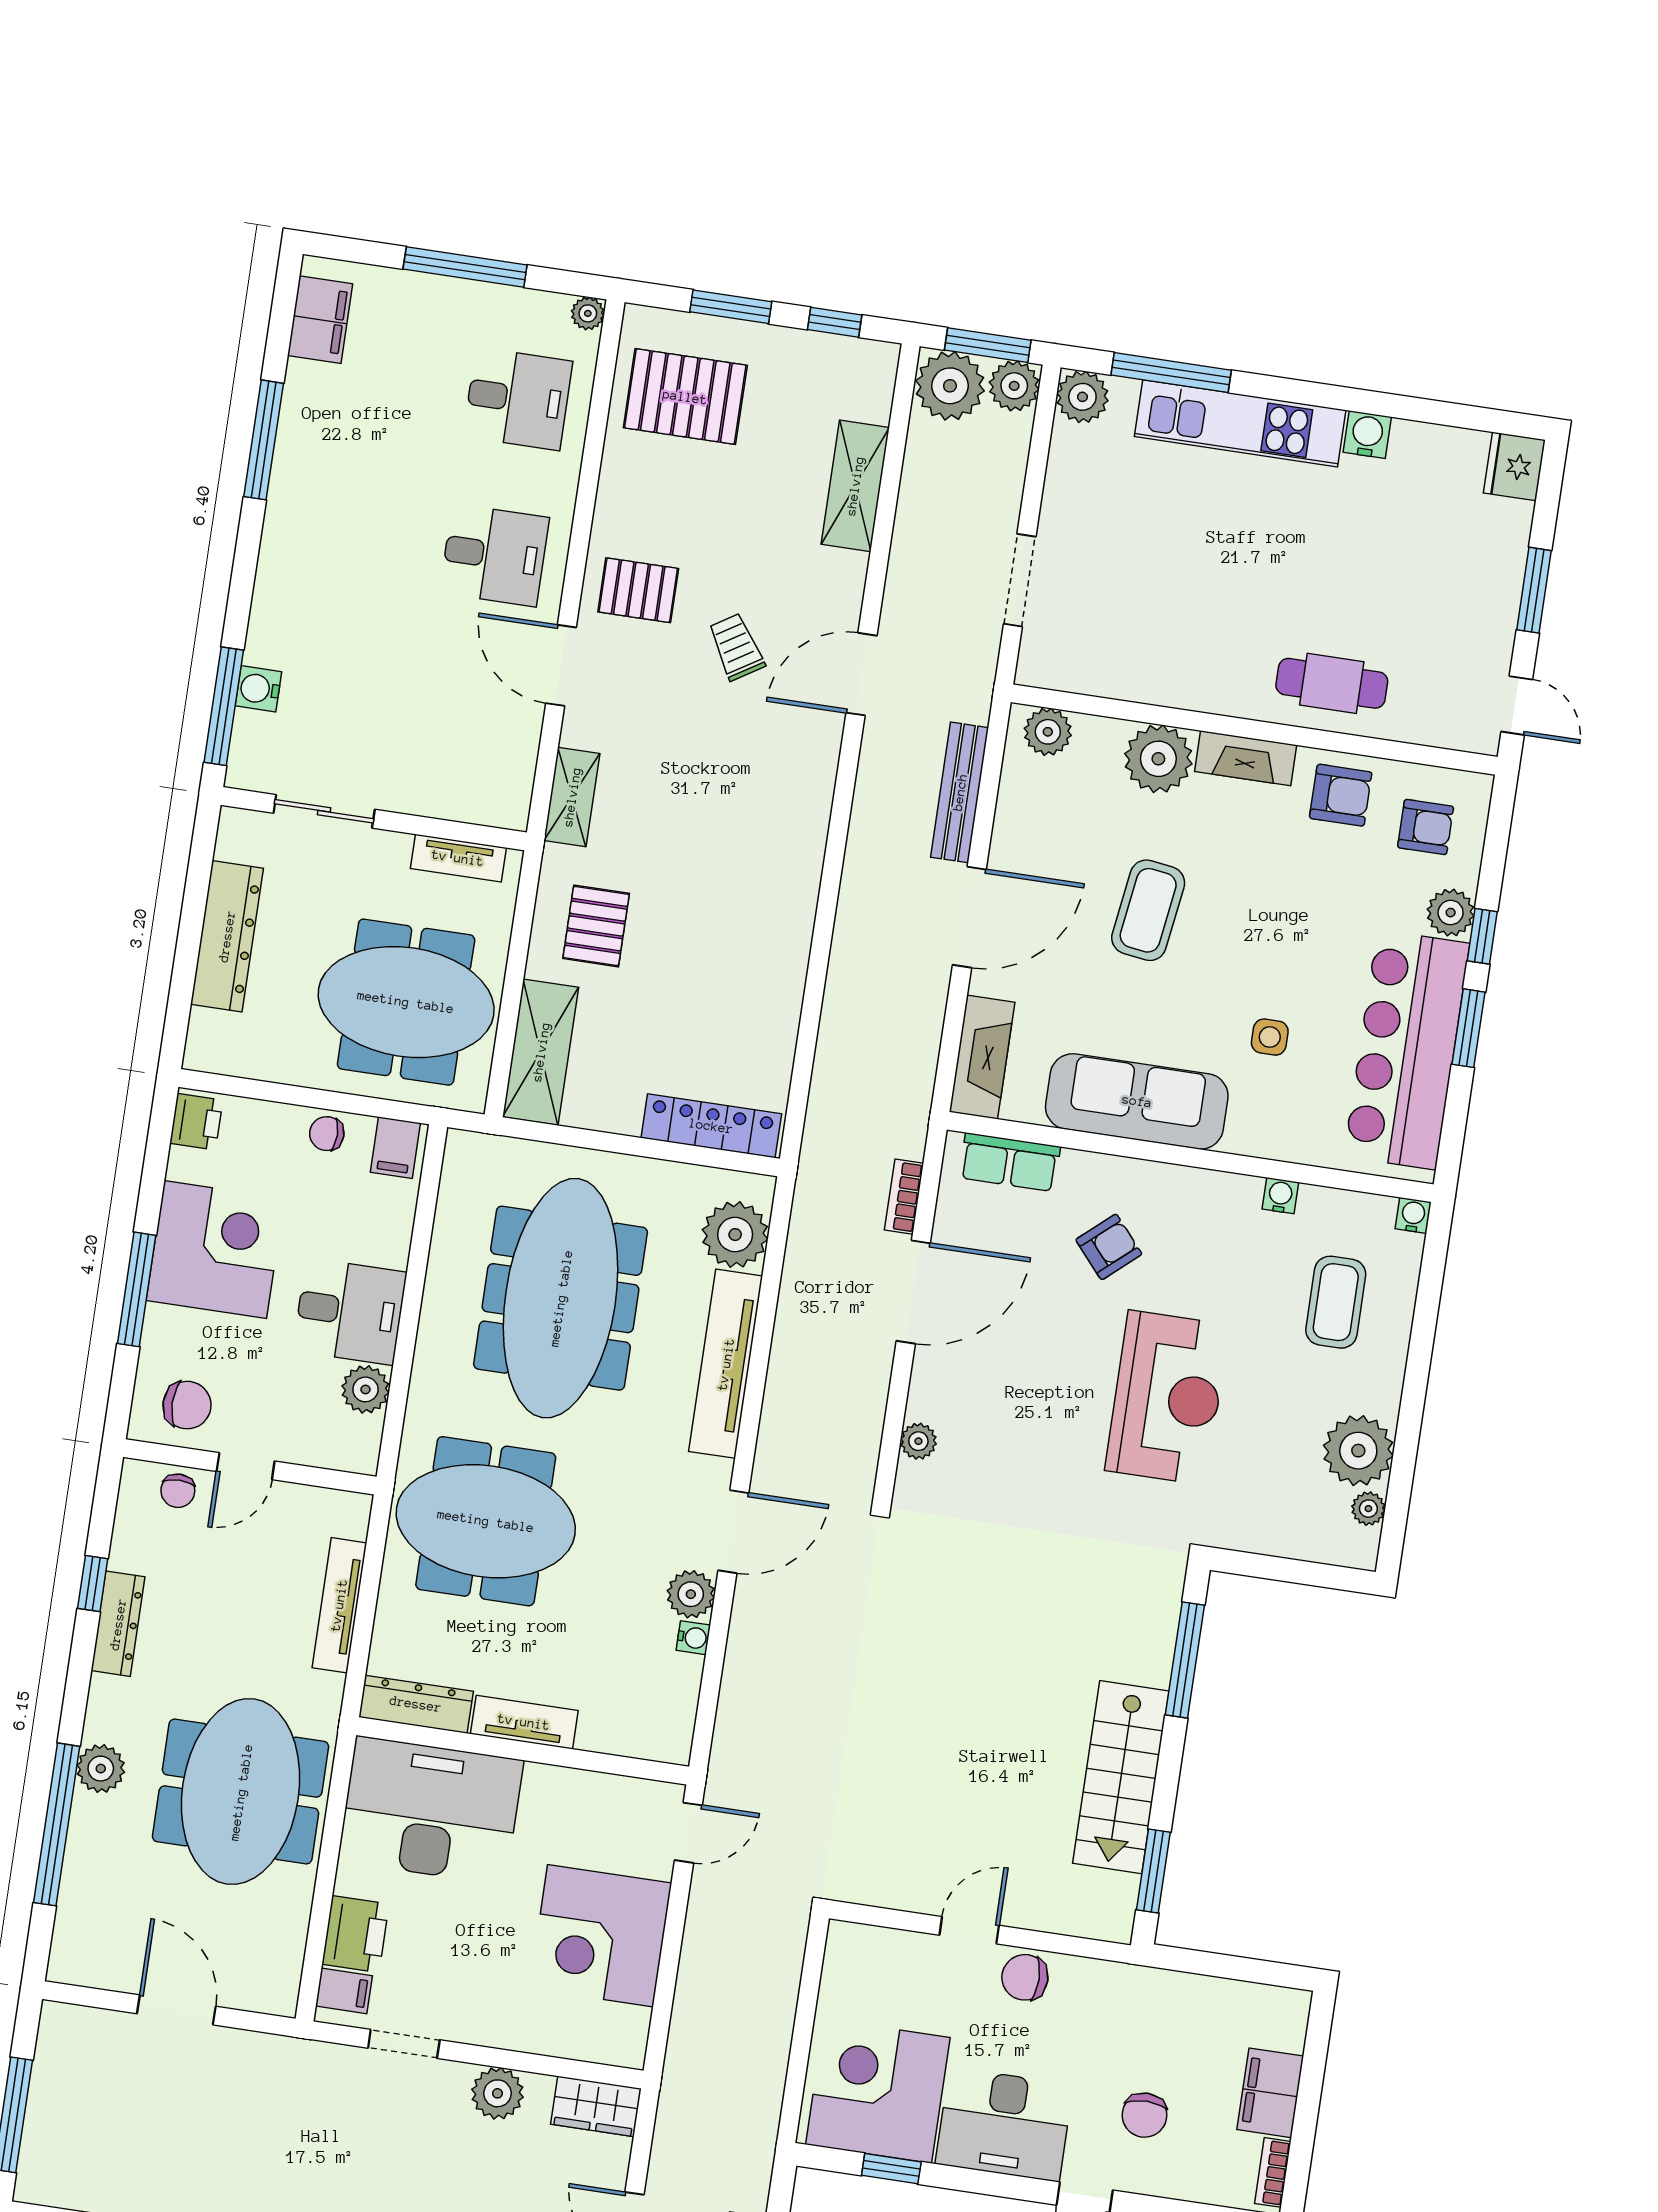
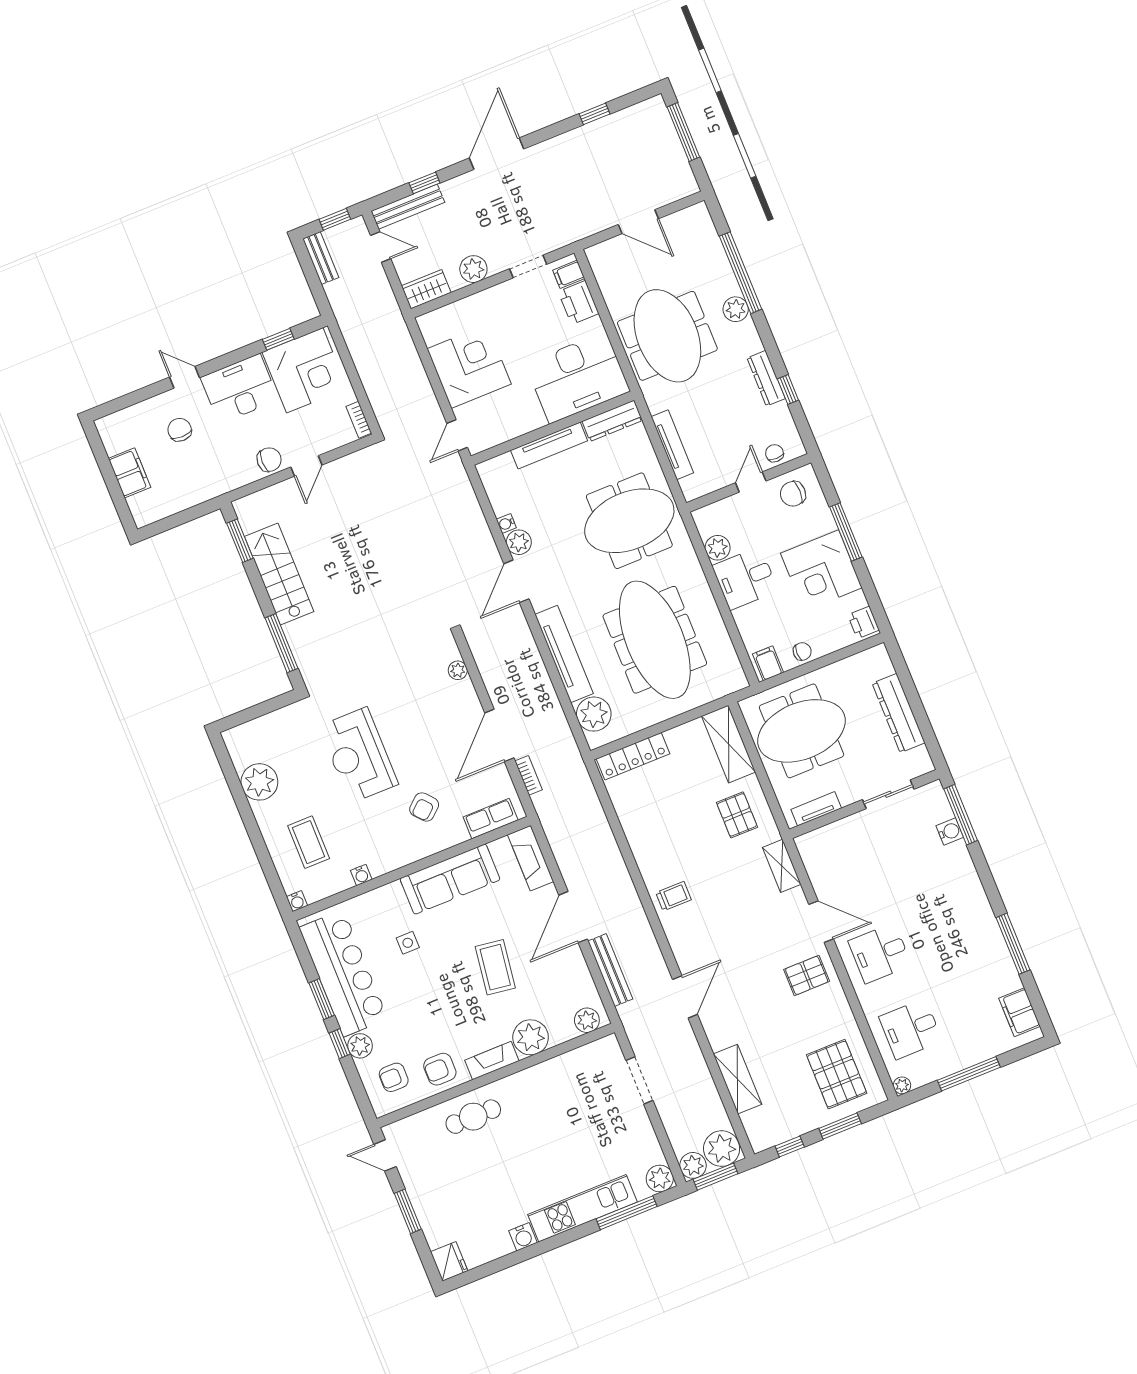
pallet: (685, 397) -> (837, 1074), turned 90
trolley: (736, 647) -> (674, 896), moved, turned -58
plant: (1368, 1509) -> (240, 759), removed
tv unit: (524, 1722) -> (549, 446), width x1.41
bookcase: (1273, 2172) -> (359, 420), moved, turned 180

